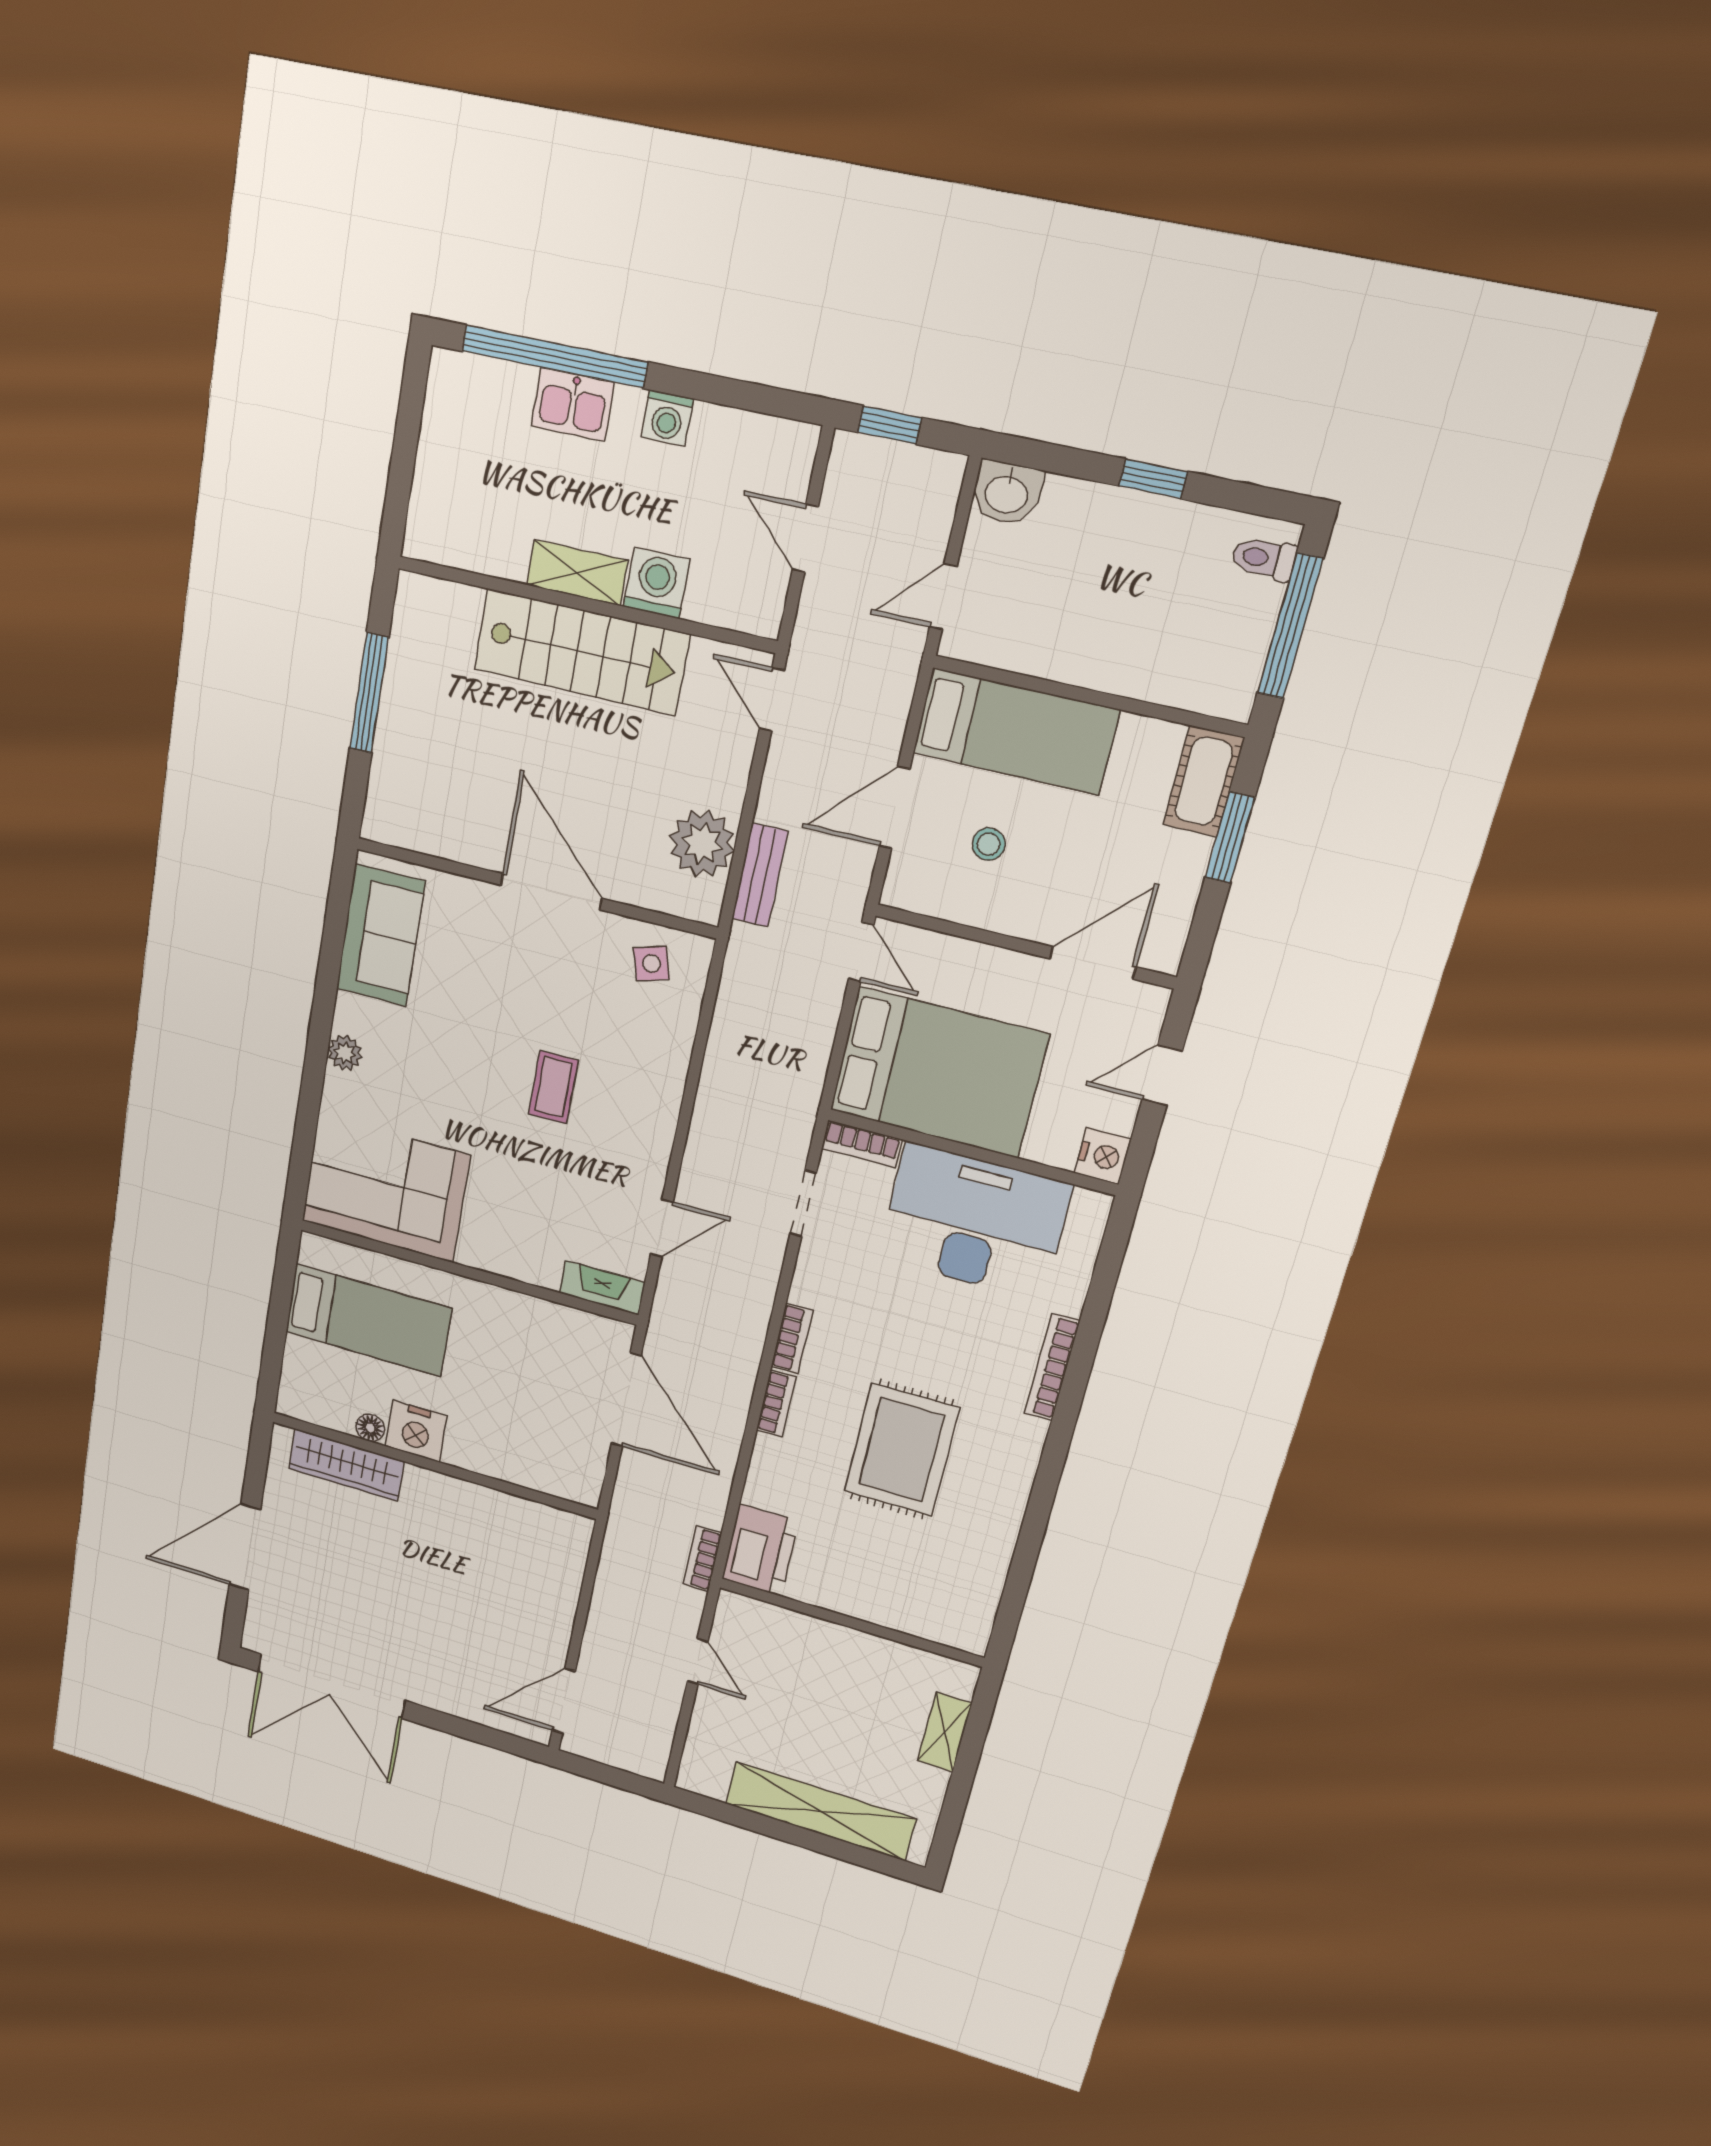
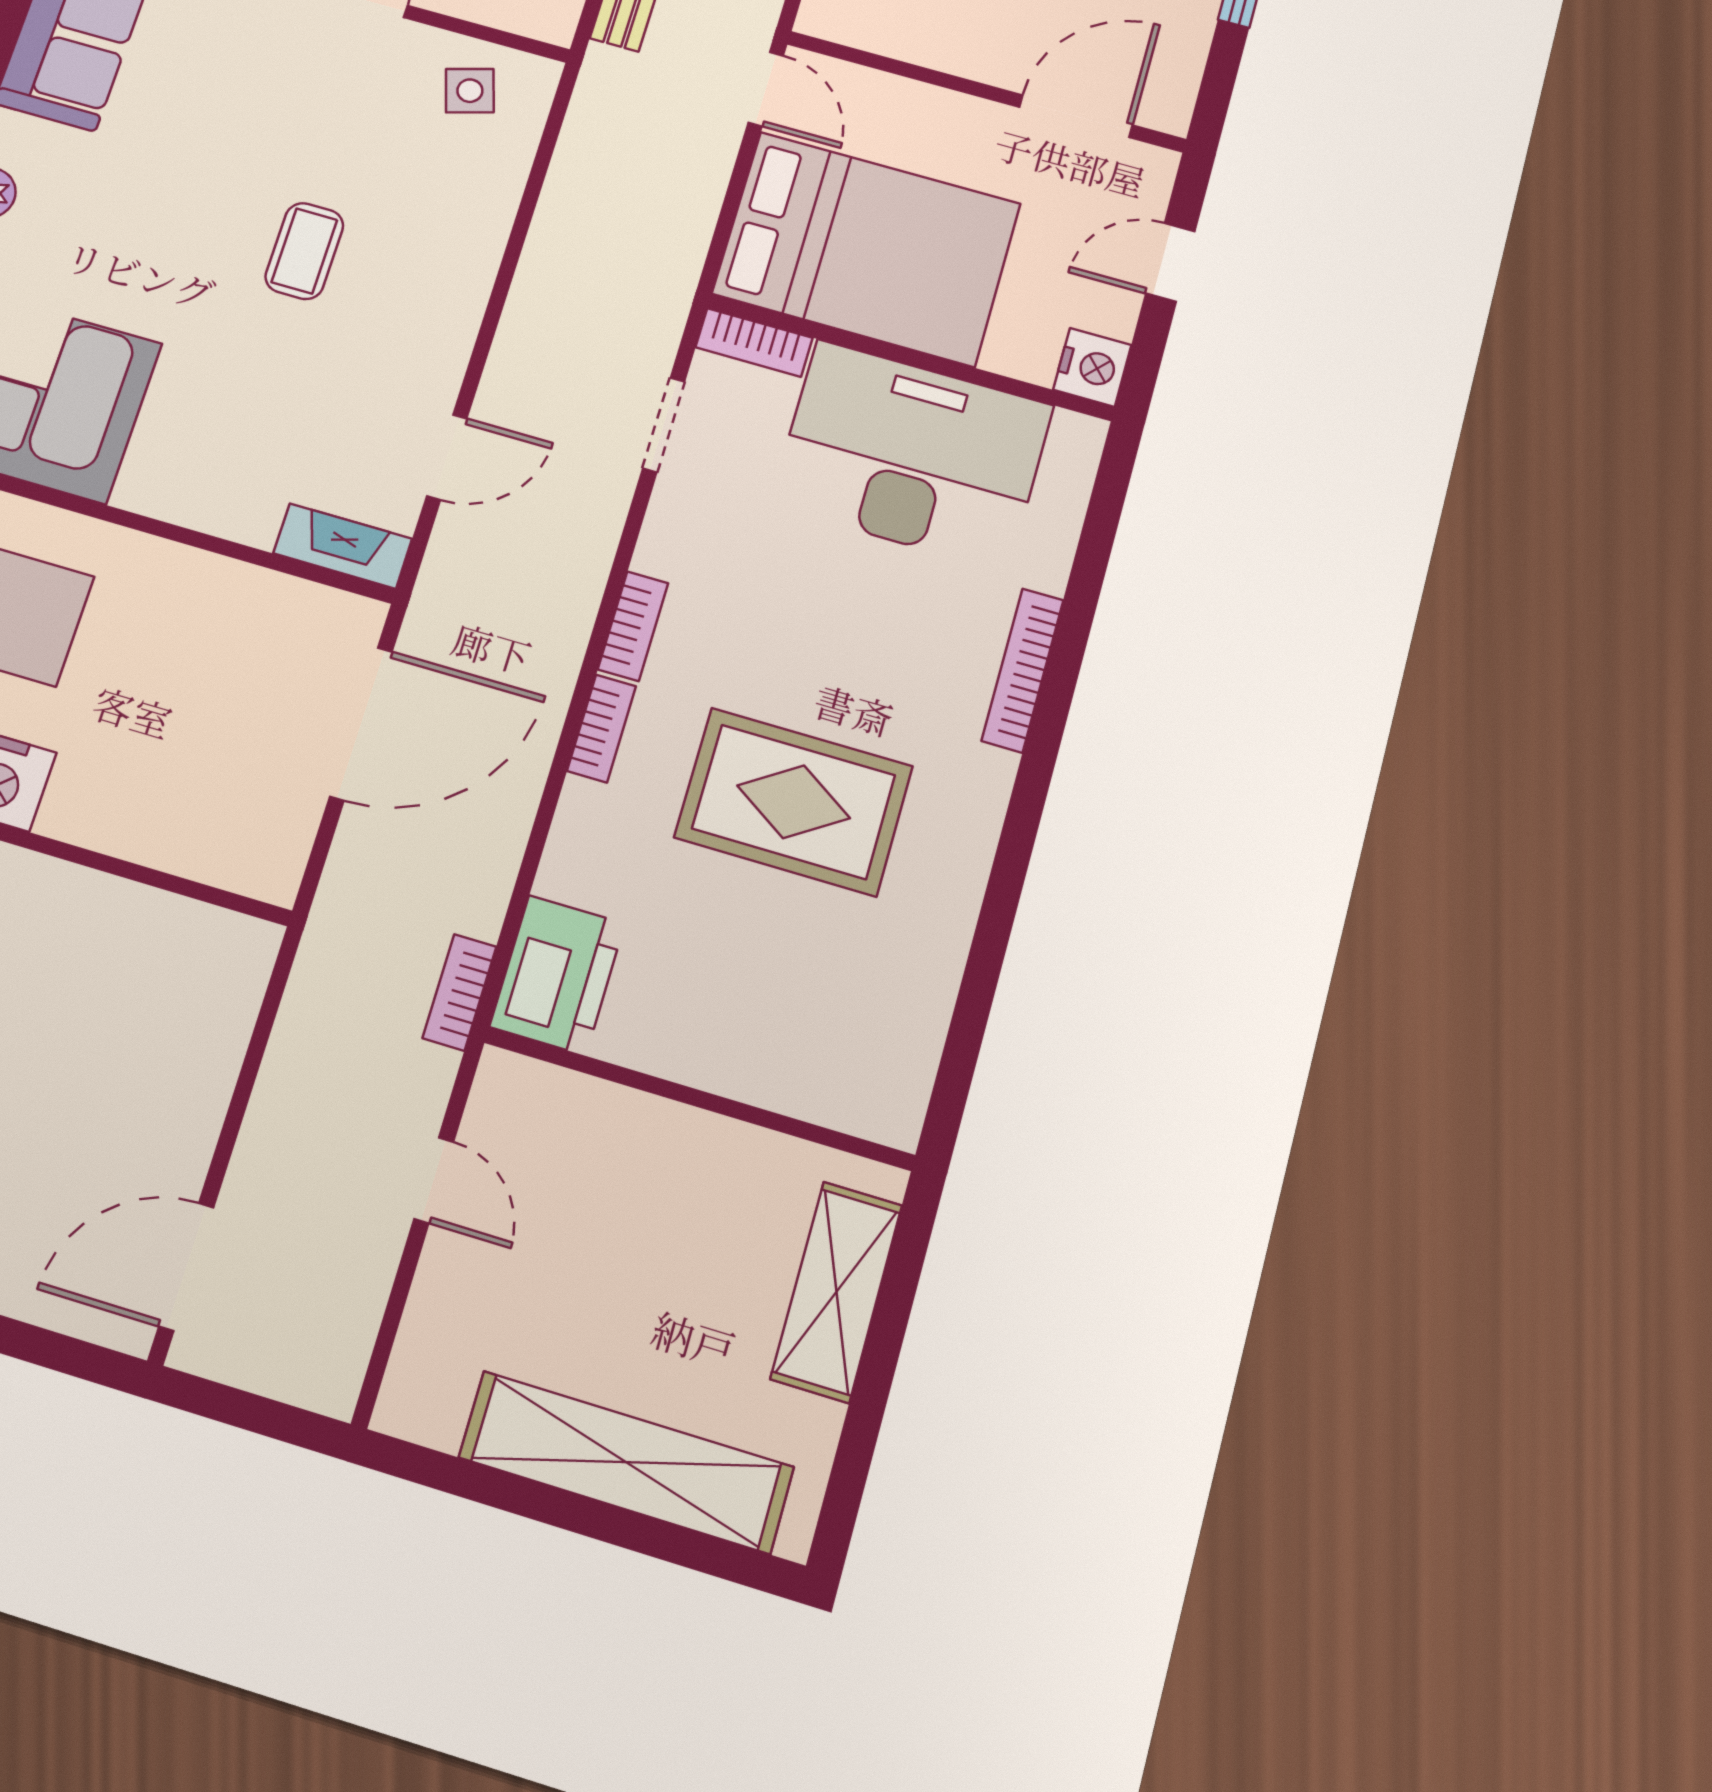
door: (626, 1400) -> (361, 724), hinge flipped
rug: (902, 1450) -> (794, 802), turned 90
shelving: (944, 1732) -> (836, 1292), width x1.50, depth x1.33

